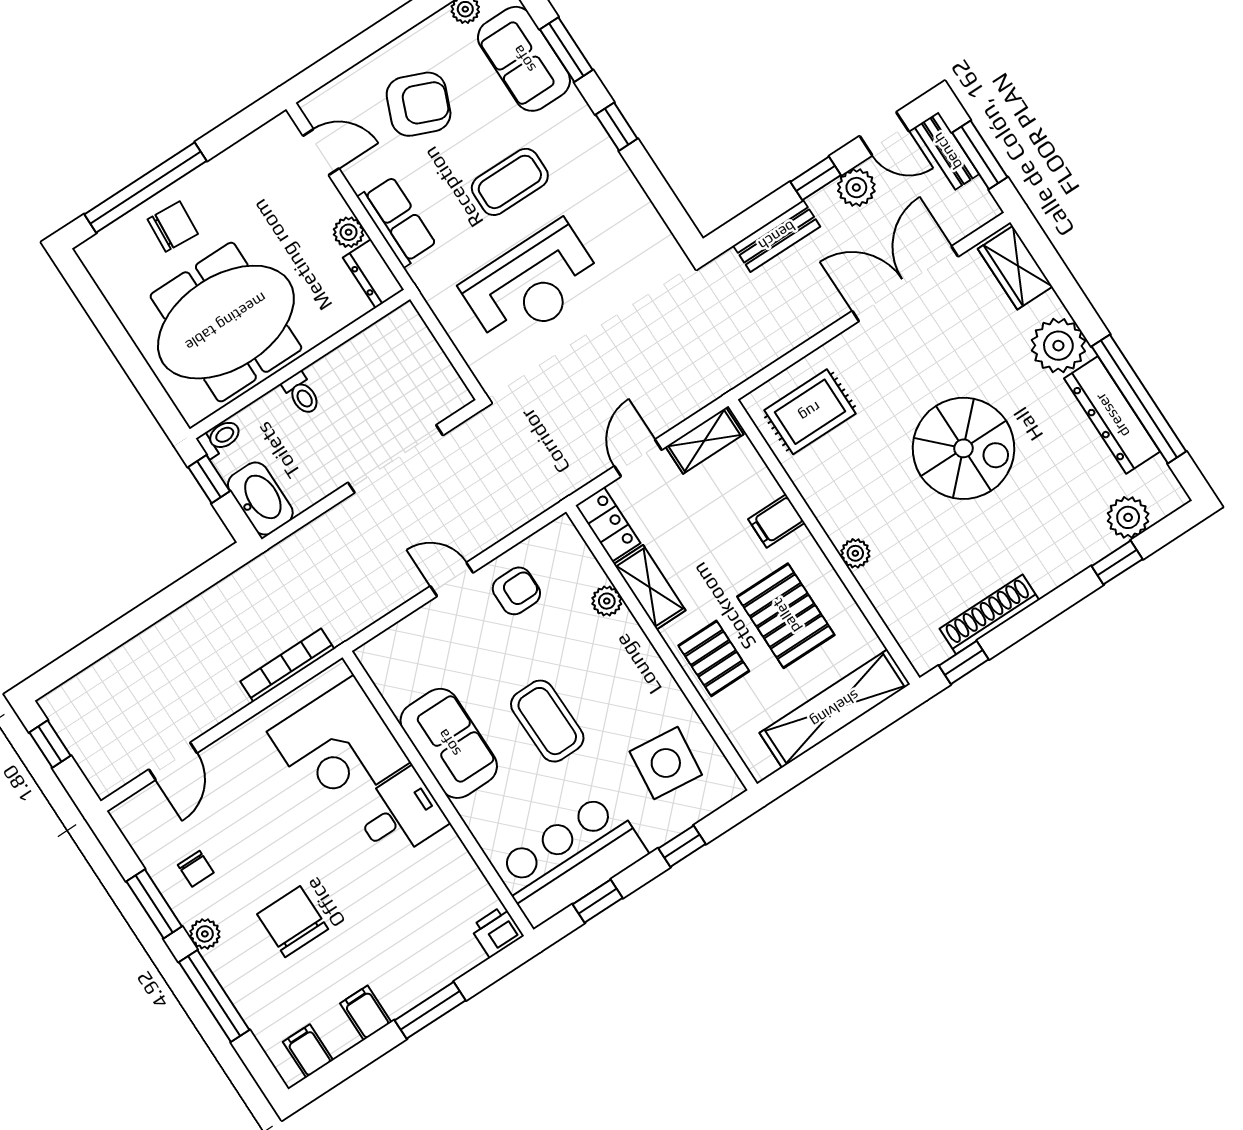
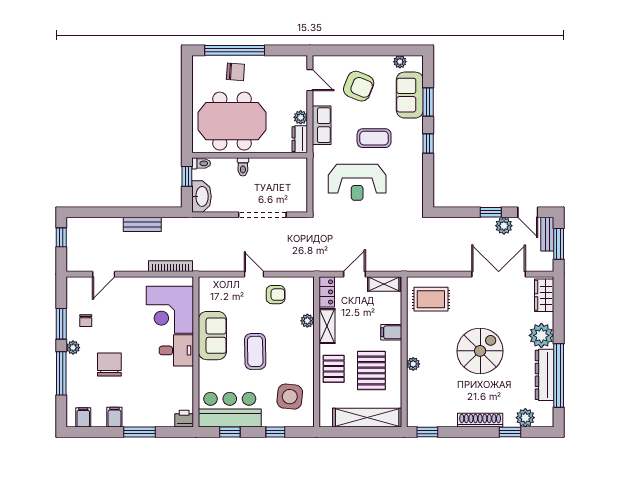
bench: (777, 236) -> (142, 224), moved
spiral stairs: (963, 448) -> (480, 351), turned -90
shoe rack: (989, 614) -> (480, 420), moved

